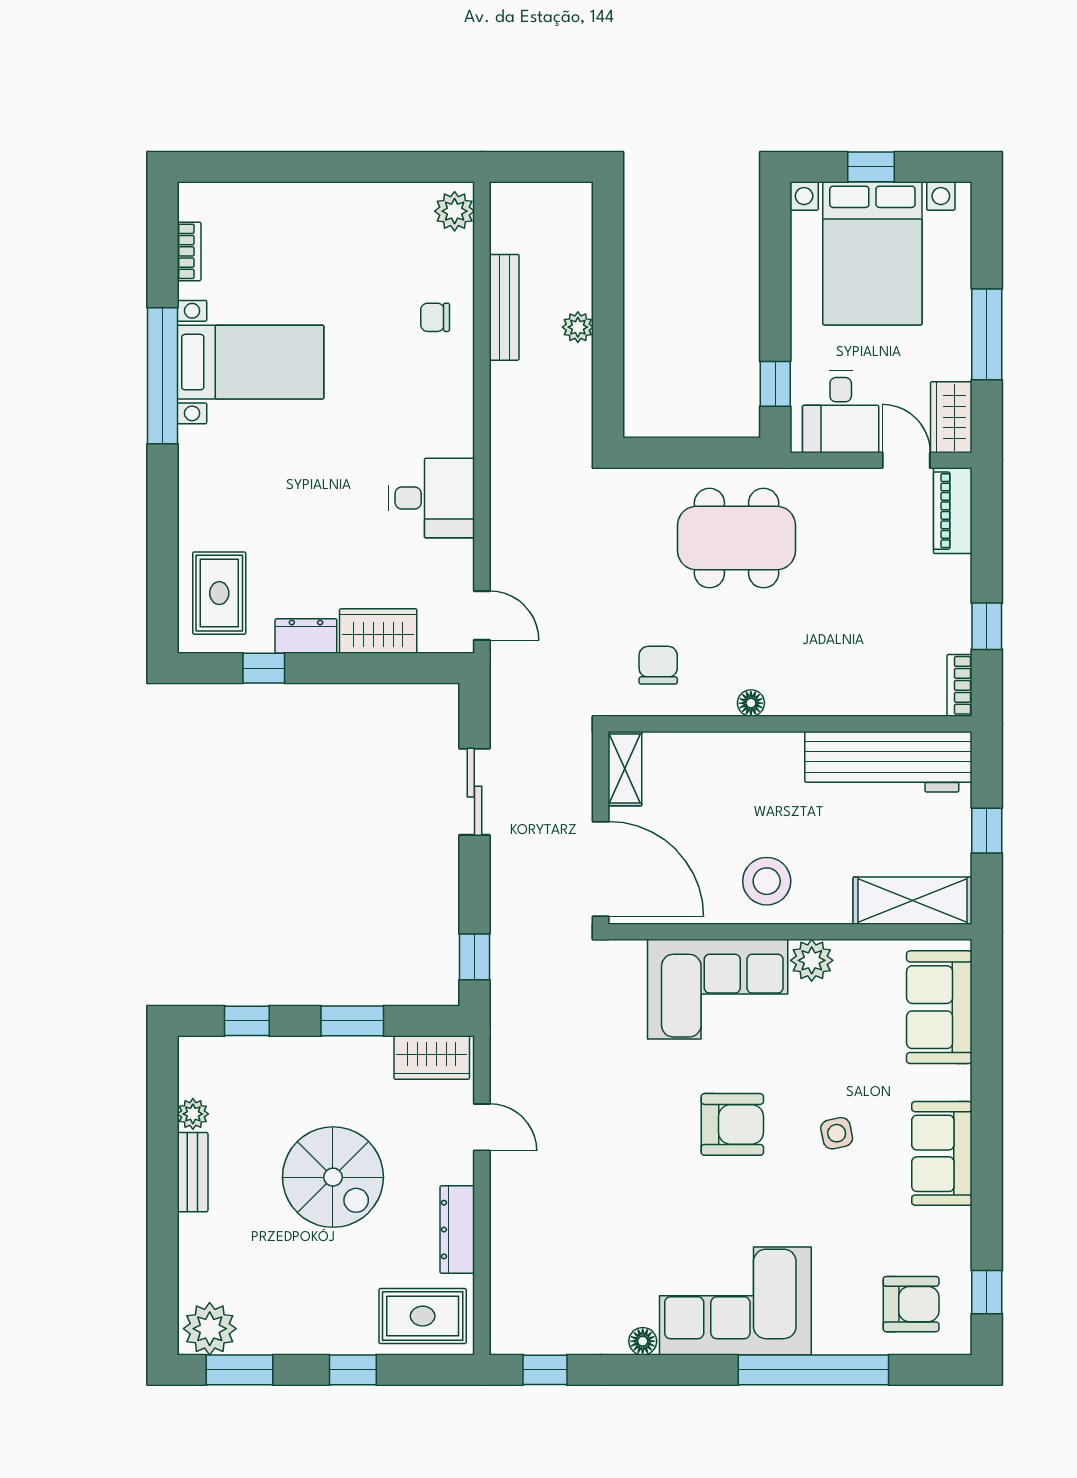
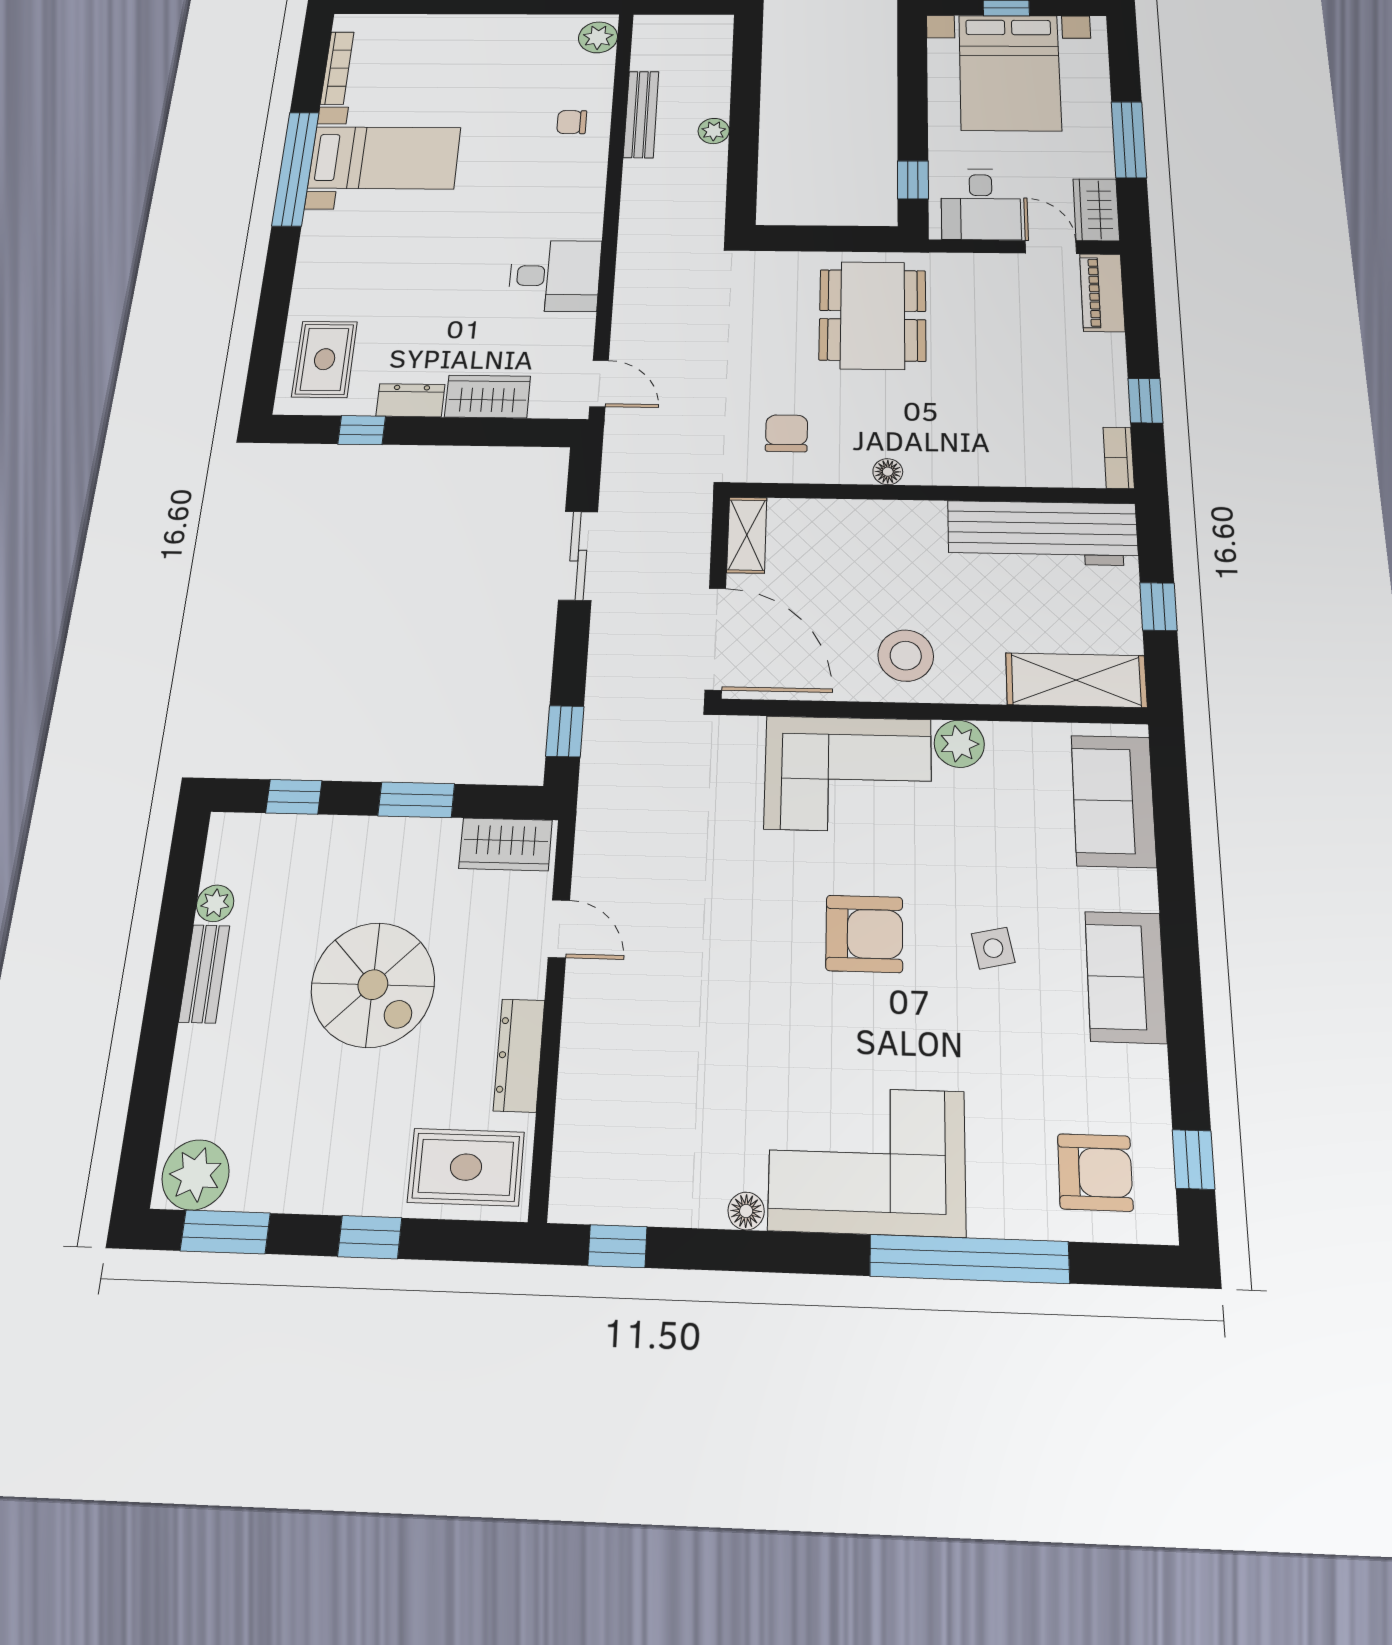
bookcase: (189, 251) -> (337, 68), width x1.56
dining table: (736, 538) -> (873, 315), turned 90

